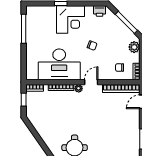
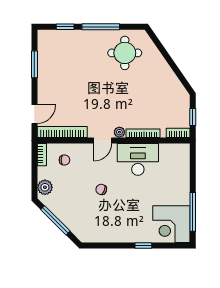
printer: (100, 11) -> (91, 236), removed
corner desk: (70, 19) -> (171, 224), moved, turned -90
desk: (59, 64) -> (138, 159), width x0.73, depth x0.77

